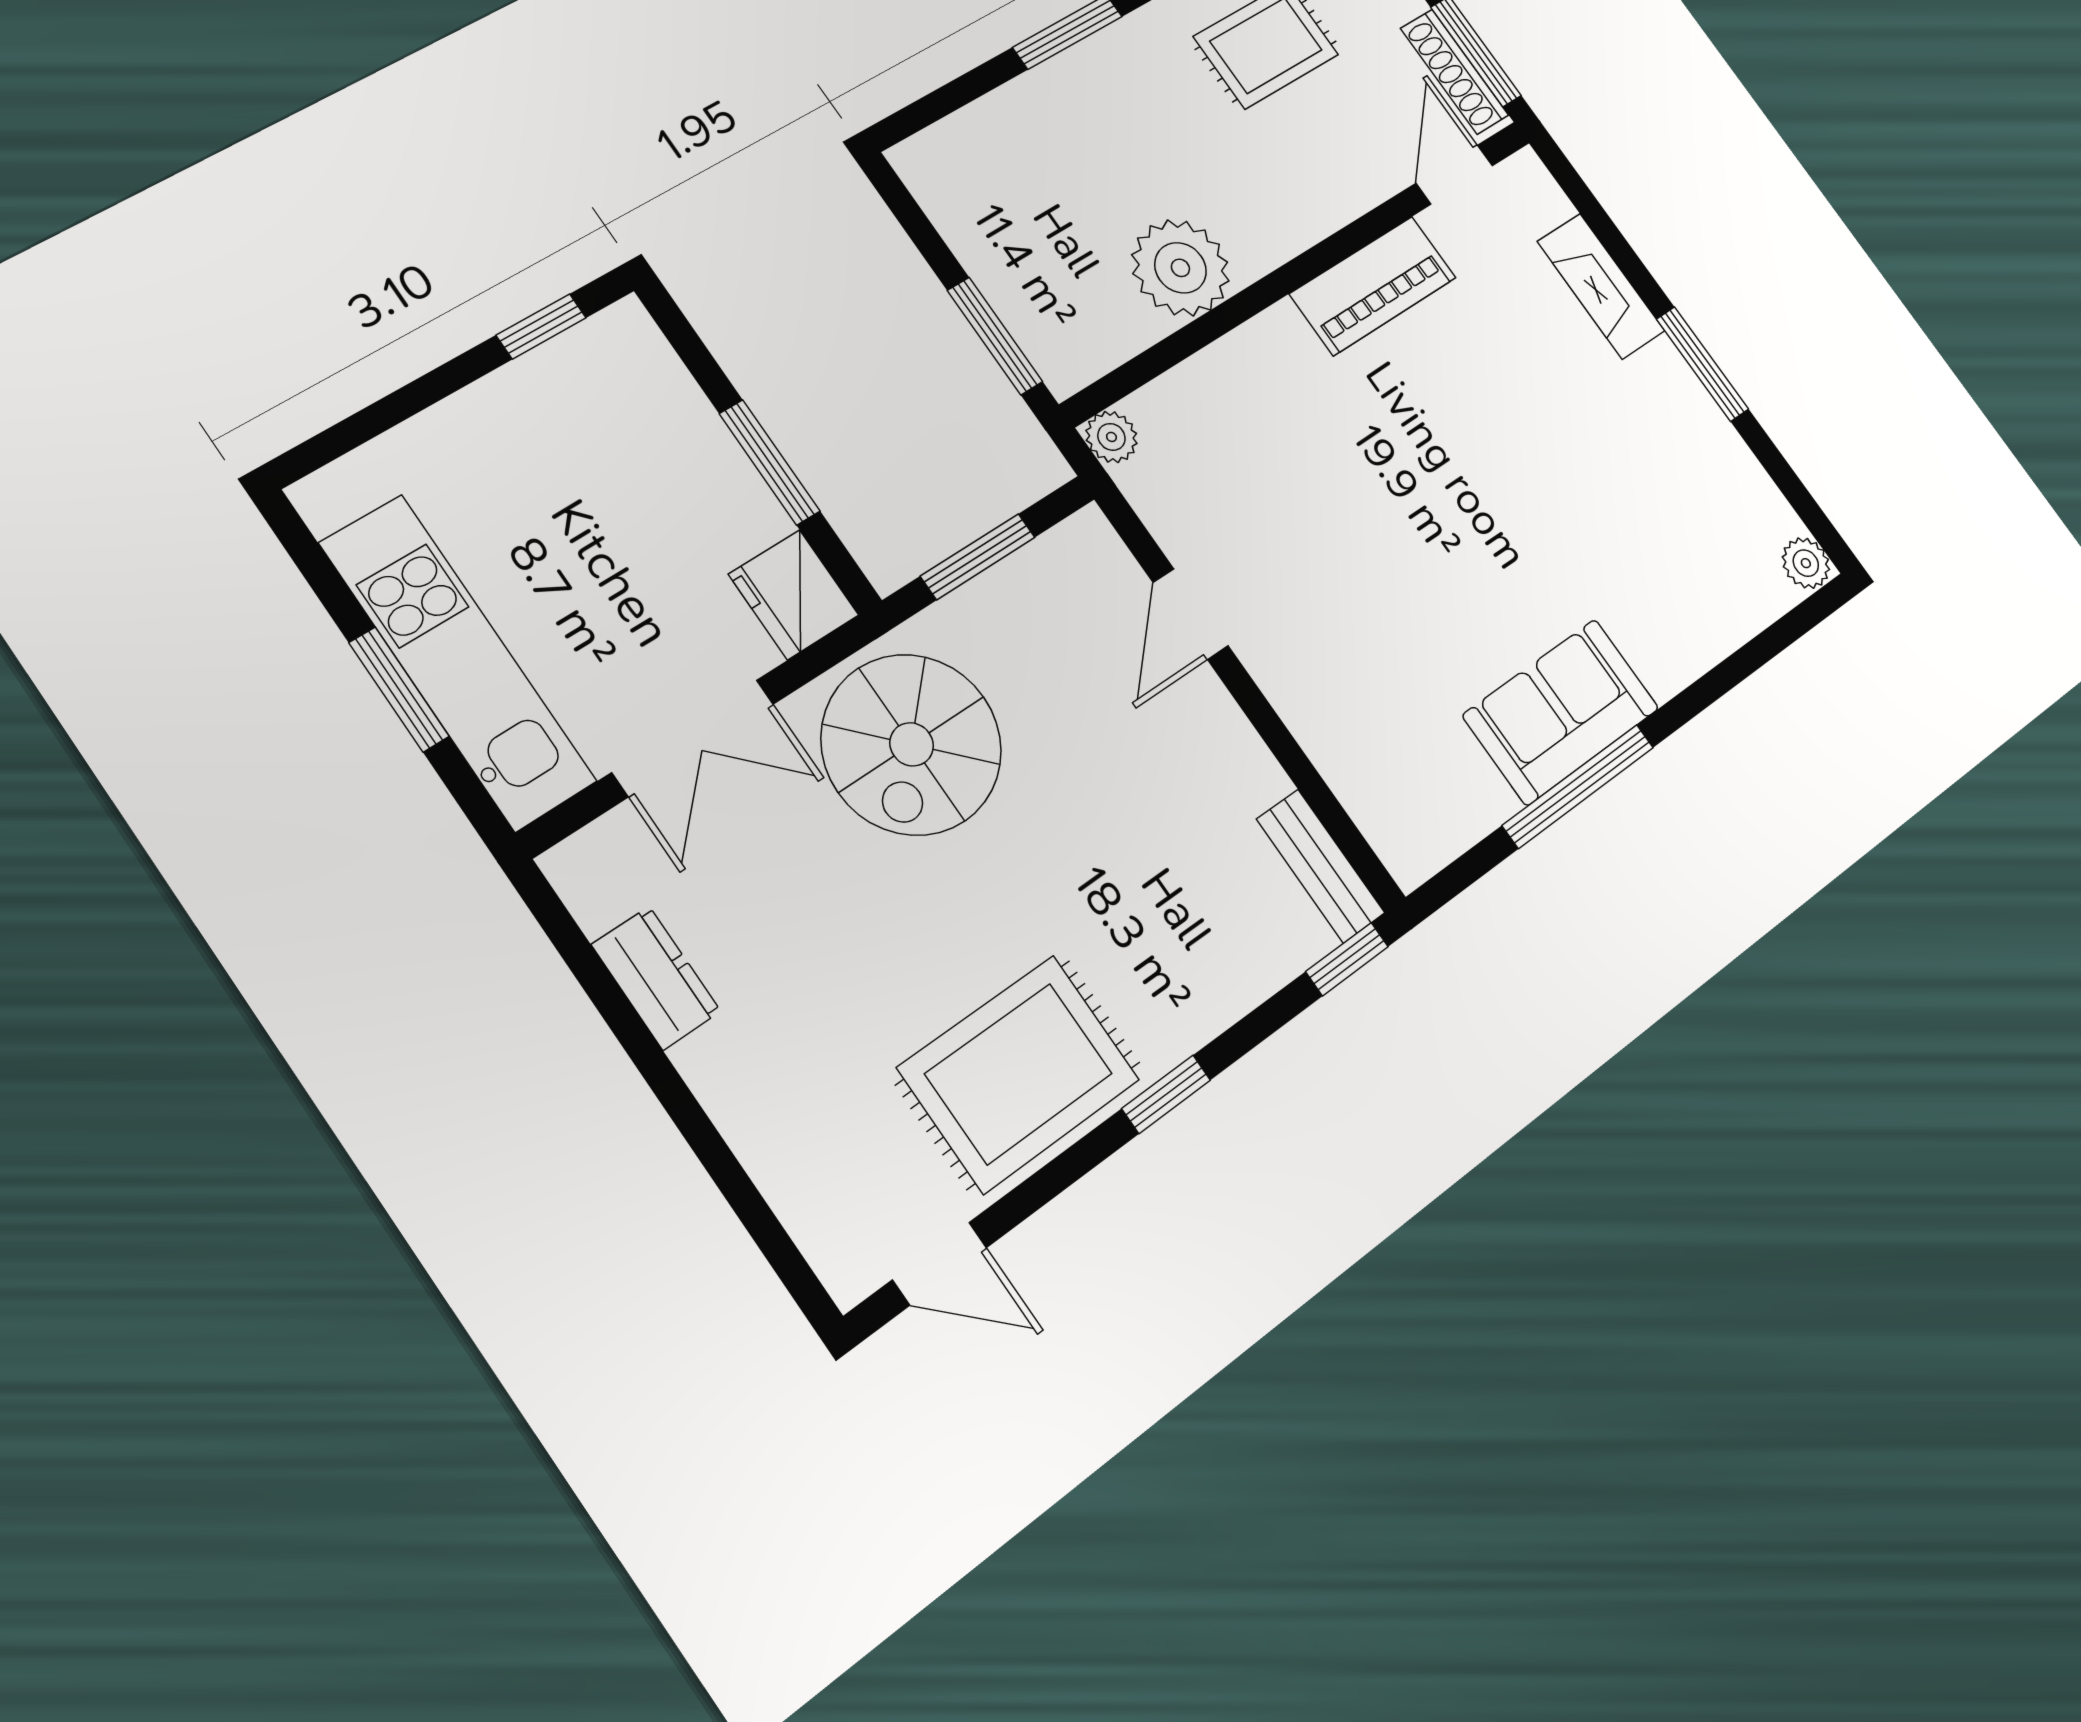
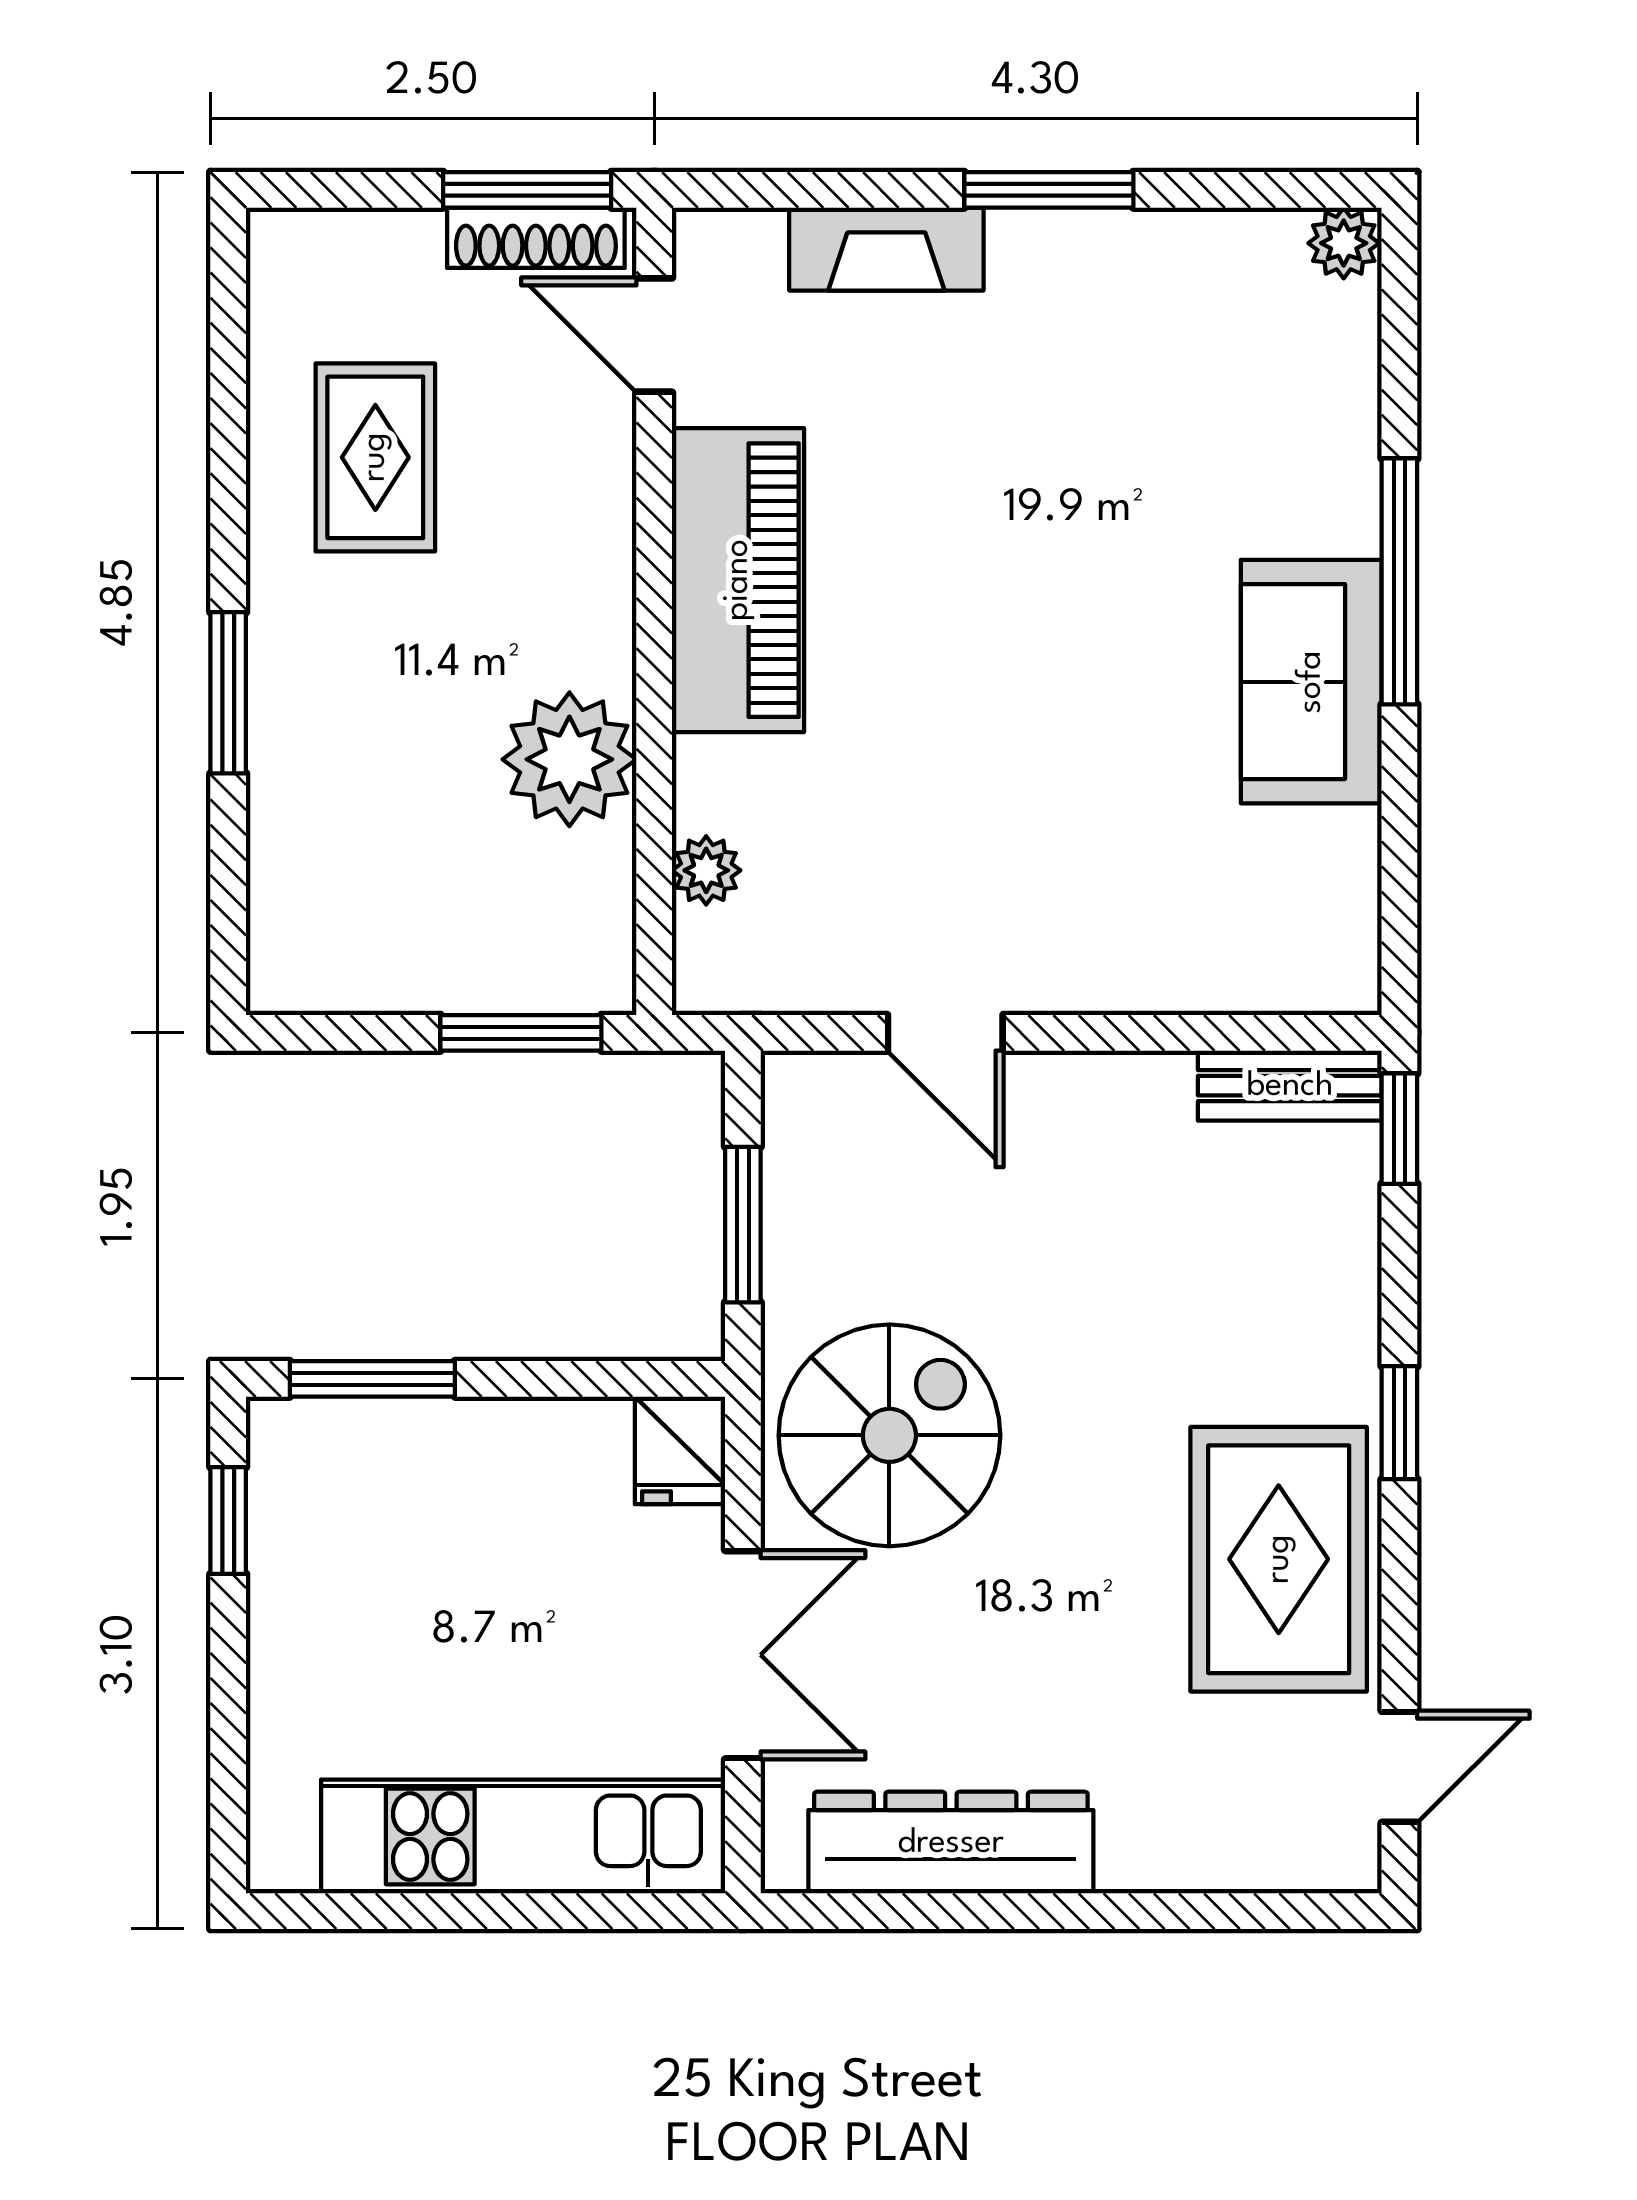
piano: (1373, 286) -> (738, 580), width x1.37, depth x1.33
plant: (1111, 437) -> (706, 870), moved
window: (770, 462) -> (372, 1379), moved
fridge: (794, 595) -> (680, 1450), width x0.72
window: (399, 689) -> (515, 1911), removed
spiral stairs: (912, 744) -> (889, 1435), turned -90
window: (1578, 786) -> (1399, 581), moved
dresser: (656, 978) -> (951, 1843), width x1.96, depth x1.24

